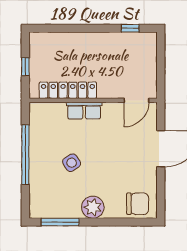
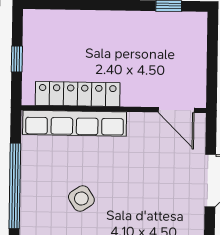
door: (136, 100) -> (176, 110), hinge flipped
row of seats: (84, 111) -> (75, 123), width x2.02

